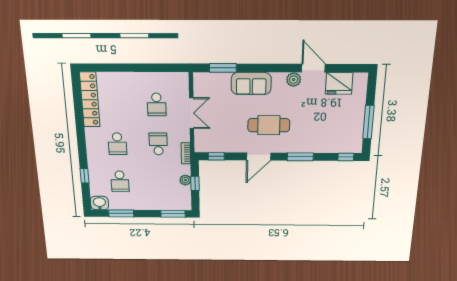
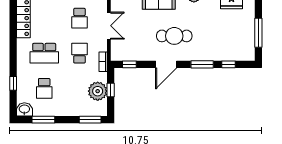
school desk: (117, 144) -> (44, 53), width x1.85
window: (346, 157) -> (229, 64), moved
plant: (185, 180) -> (98, 91), width x1.87, depth x1.87

